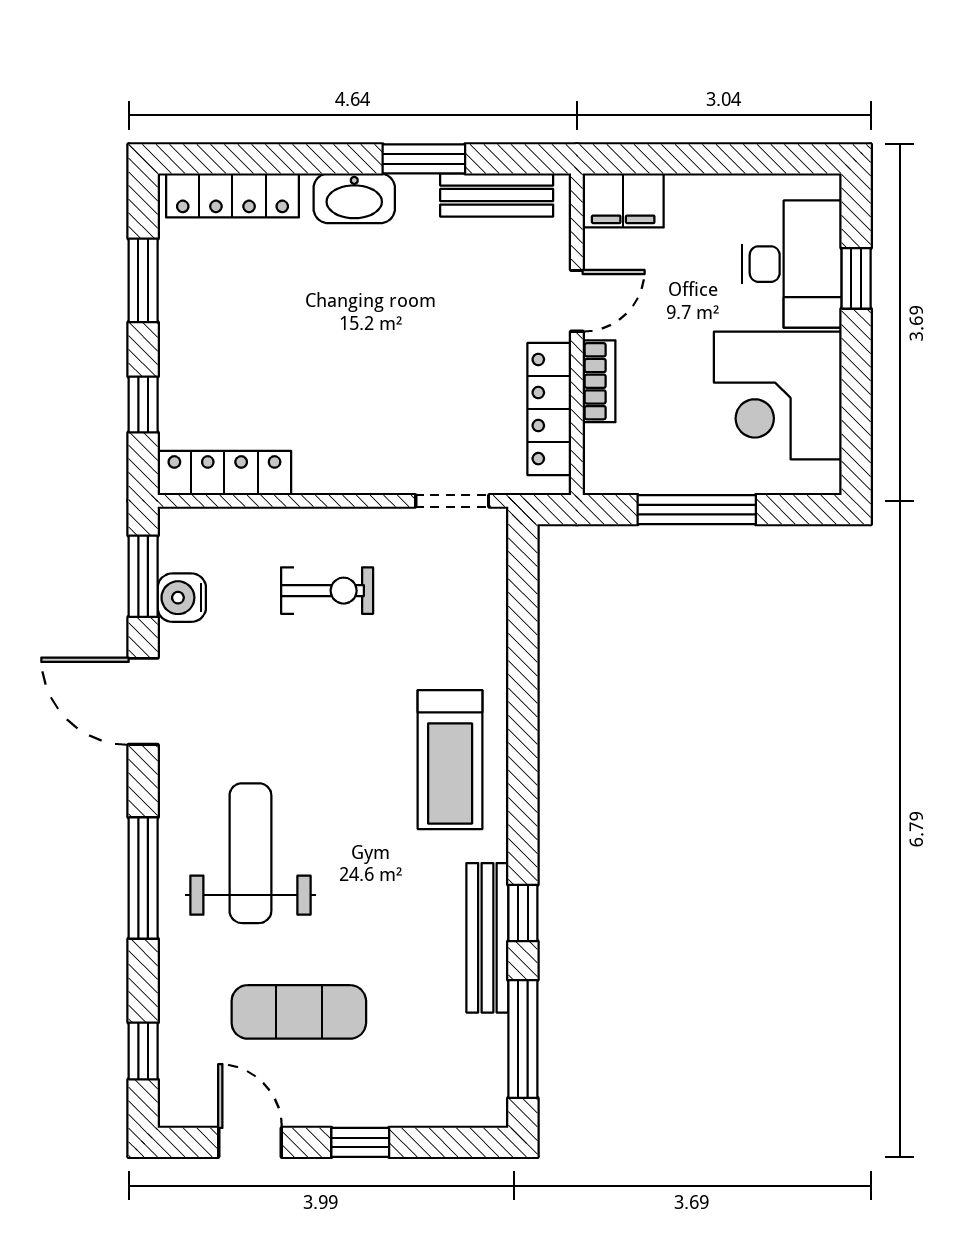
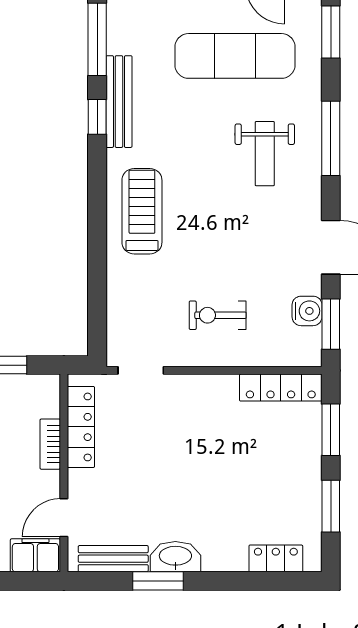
locker: (232, 195) -> (276, 558), width x0.66
washbasin: (354, 198) -> (175, 557), moved
door: (577, 301) -> (64, 518), moved
window: (143, 405) -> (331, 430), width x1.50
weight bench: (250, 853) -> (265, 154), width x0.73, depth x0.75
exercise mat: (299, 1012) -> (235, 56), width x1.36, depth x1.45
window: (143, 1051) -> (331, 32), width x1.50

